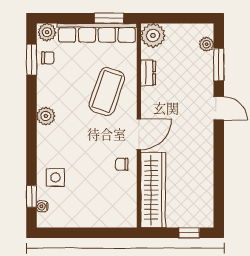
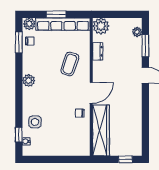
window: (109, 18) -> (56, 14), moved
coffee table: (107, 92) -> (70, 64), width x0.73, depth x0.76

